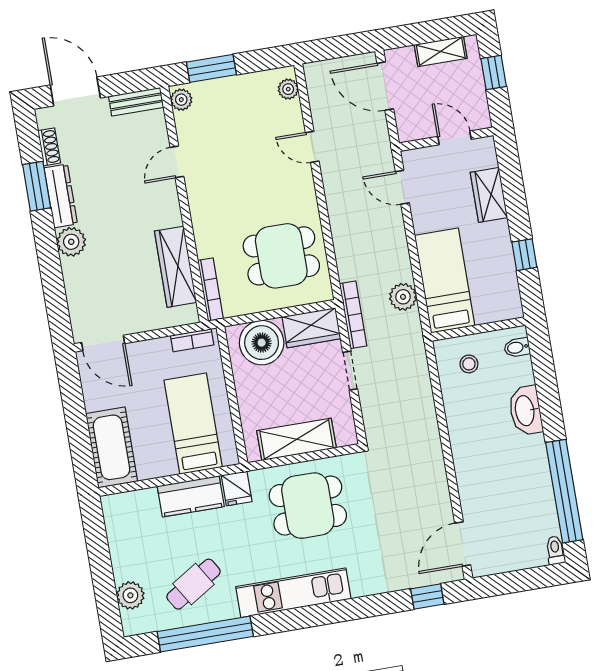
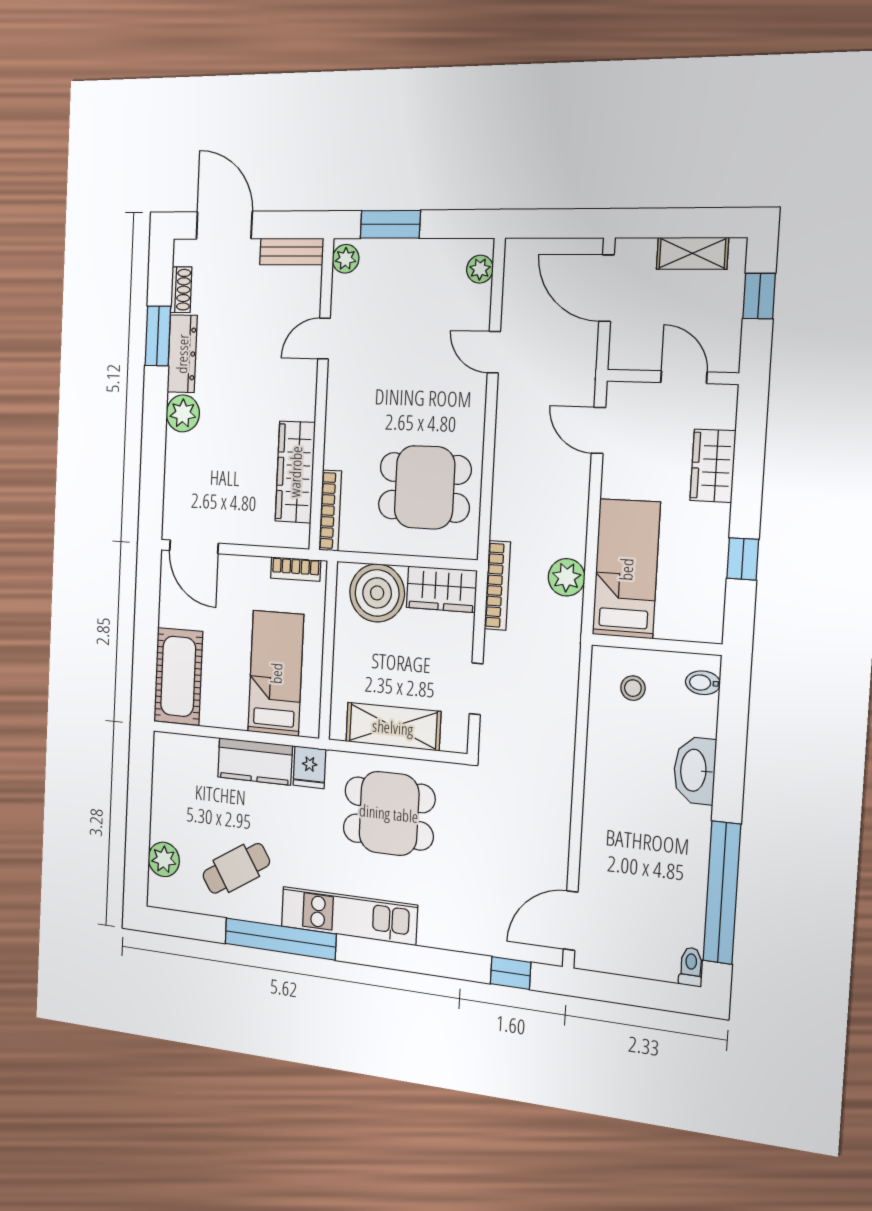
doorway: (350, 371) -> (476, 689), moved
window: (205, 634) -> (280, 939), moved

